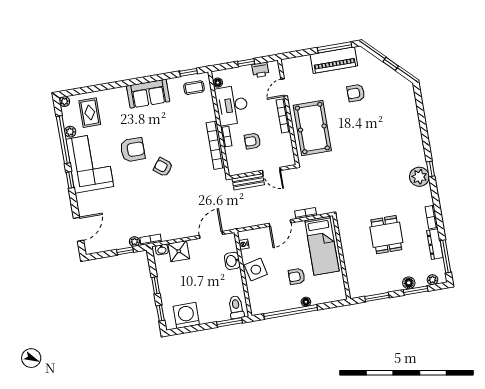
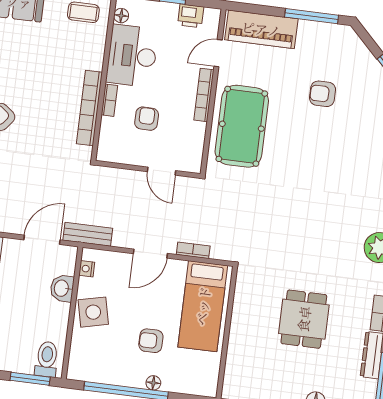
piano: (334, 60) -> (261, 29), moved
armchair: (253, 141) -> (147, 119), turned 90
bench: (248, 182) -> (88, 234), moved

